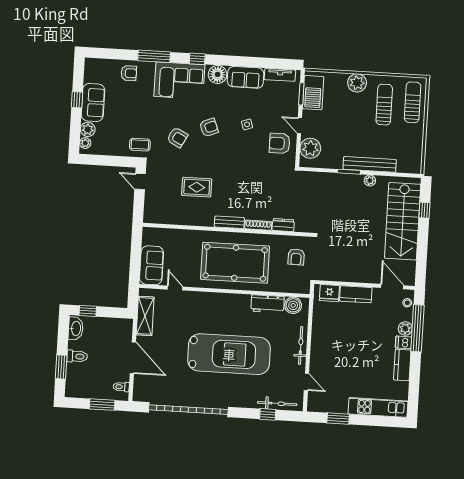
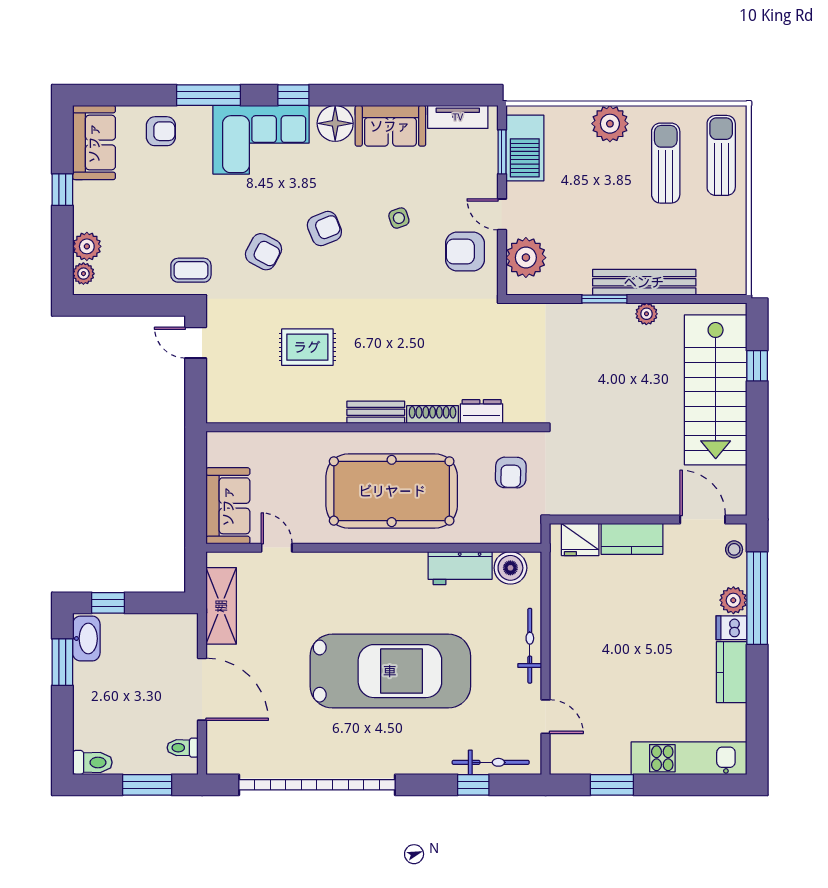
sofa: (93, 102) -> (94, 143), moved
toilet: (77, 356) -> (92, 762), moved
window: (61, 367) -> (62, 662), moved

